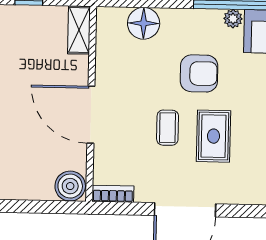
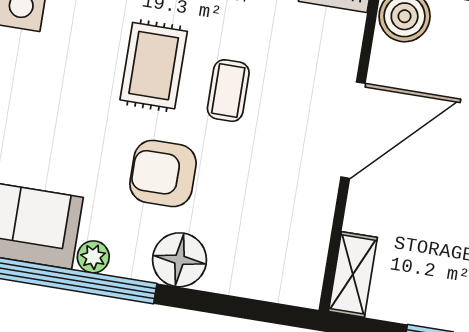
floor lamp: (144, 23) -> (179, 260), moved
door: (91, 115) -> (353, 130), hinge flipped

